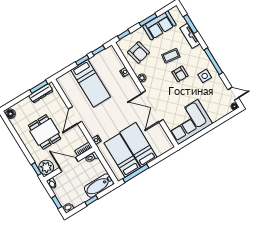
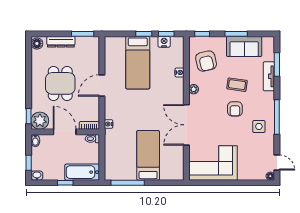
nightstand: (100, 57) -> (164, 42), added
dresser: (41, 93) -> (61, 42), moved
bed: (122, 155) -> (125, 156), removed

